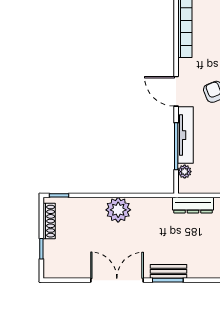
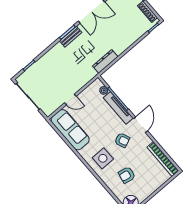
door: (176, 91) -> (140, 125), hinge flipped
dresser: (193, 205) -> (105, 61), moved
plant: (118, 210) -> (120, 45), removed

